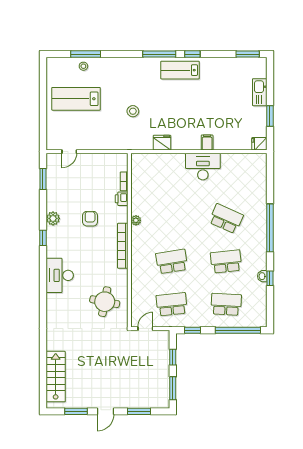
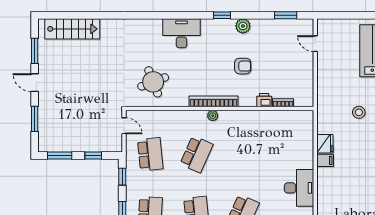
filing cabinet: (207, 142) -> (325, 160), moved
plant: (136, 220) -> (213, 116), moved
school desk: (172, 261) -> (197, 154), turned 33
round table: (105, 302) -> (153, 82), turned -32

